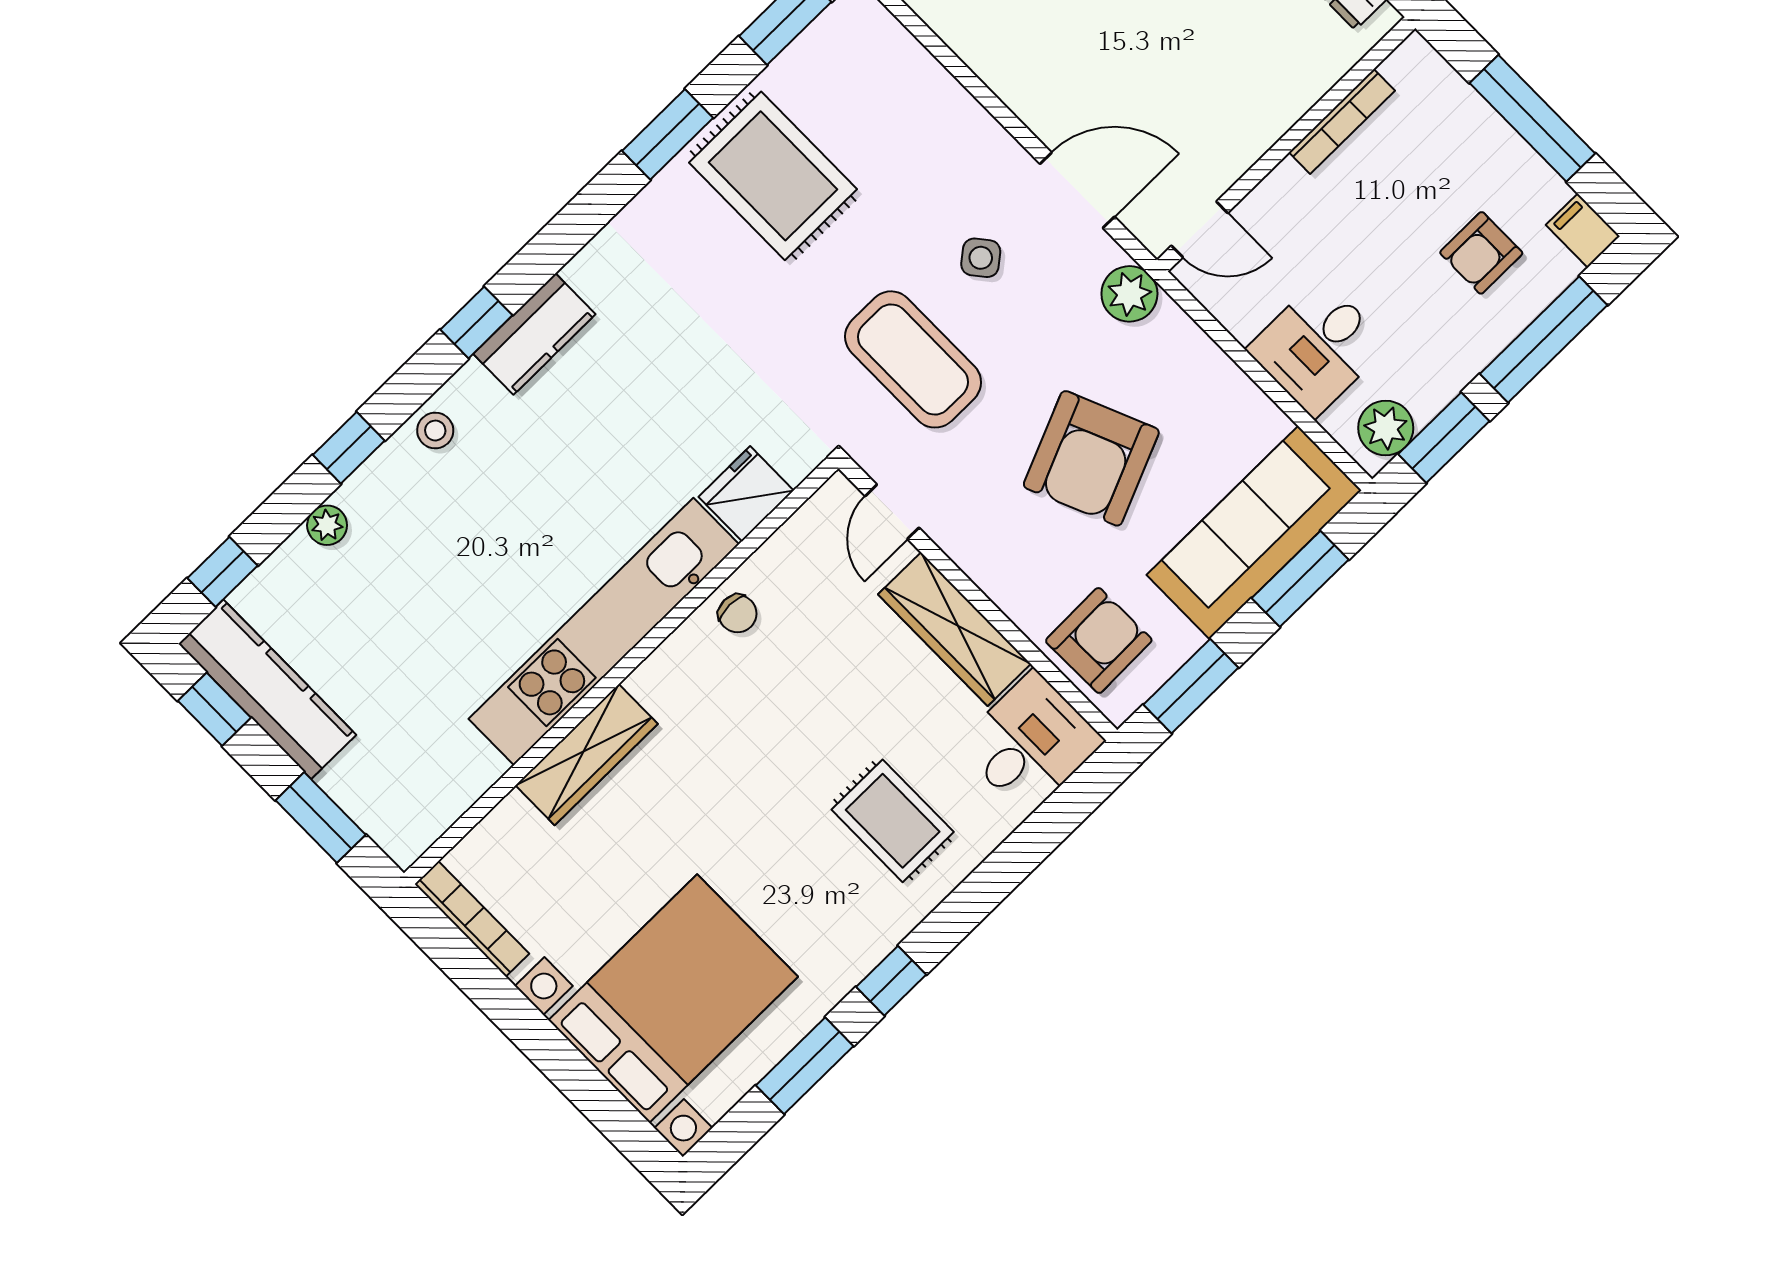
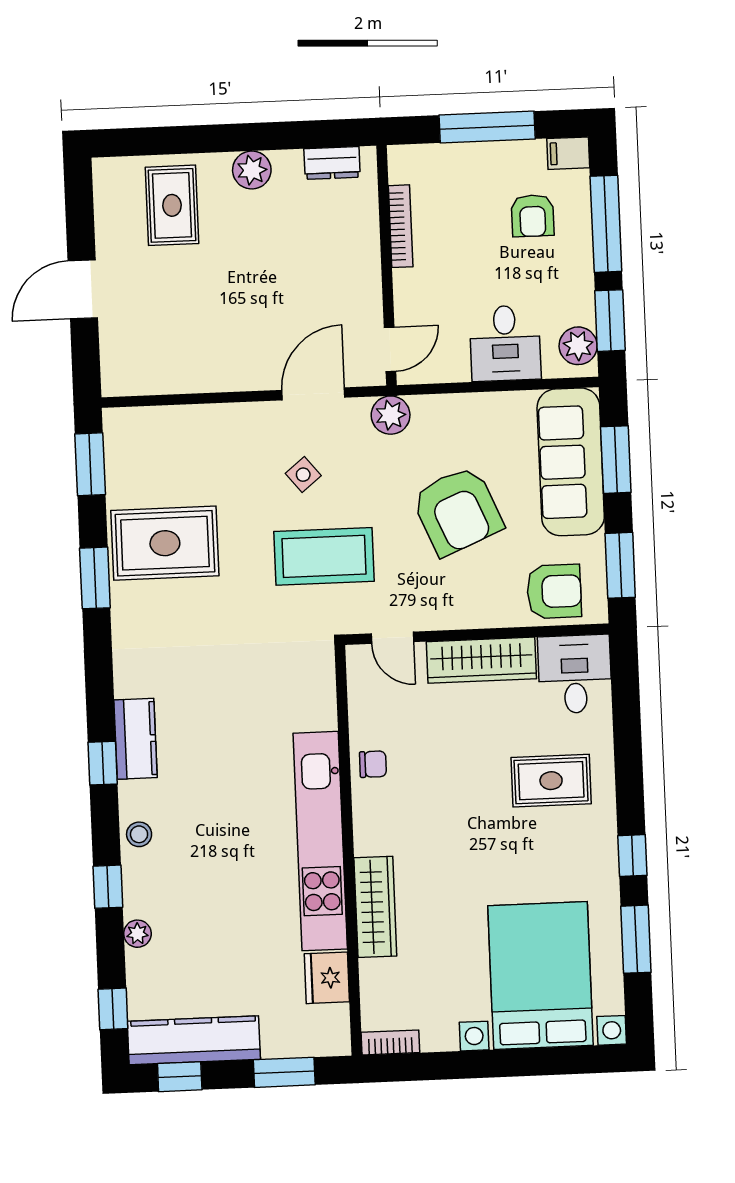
fridge: (746, 494) -> (327, 978), moved
armchair: (1099, 640) -> (554, 591), turned 91
bookcase: (472, 919) -> (390, 1042), width x0.64

